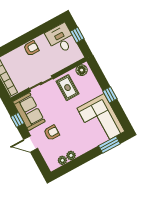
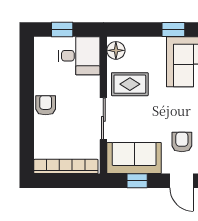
desk: (61, 39) -> (79, 56), moved, turned 180
door: (31, 144) -> (181, 181), hinge flipped

